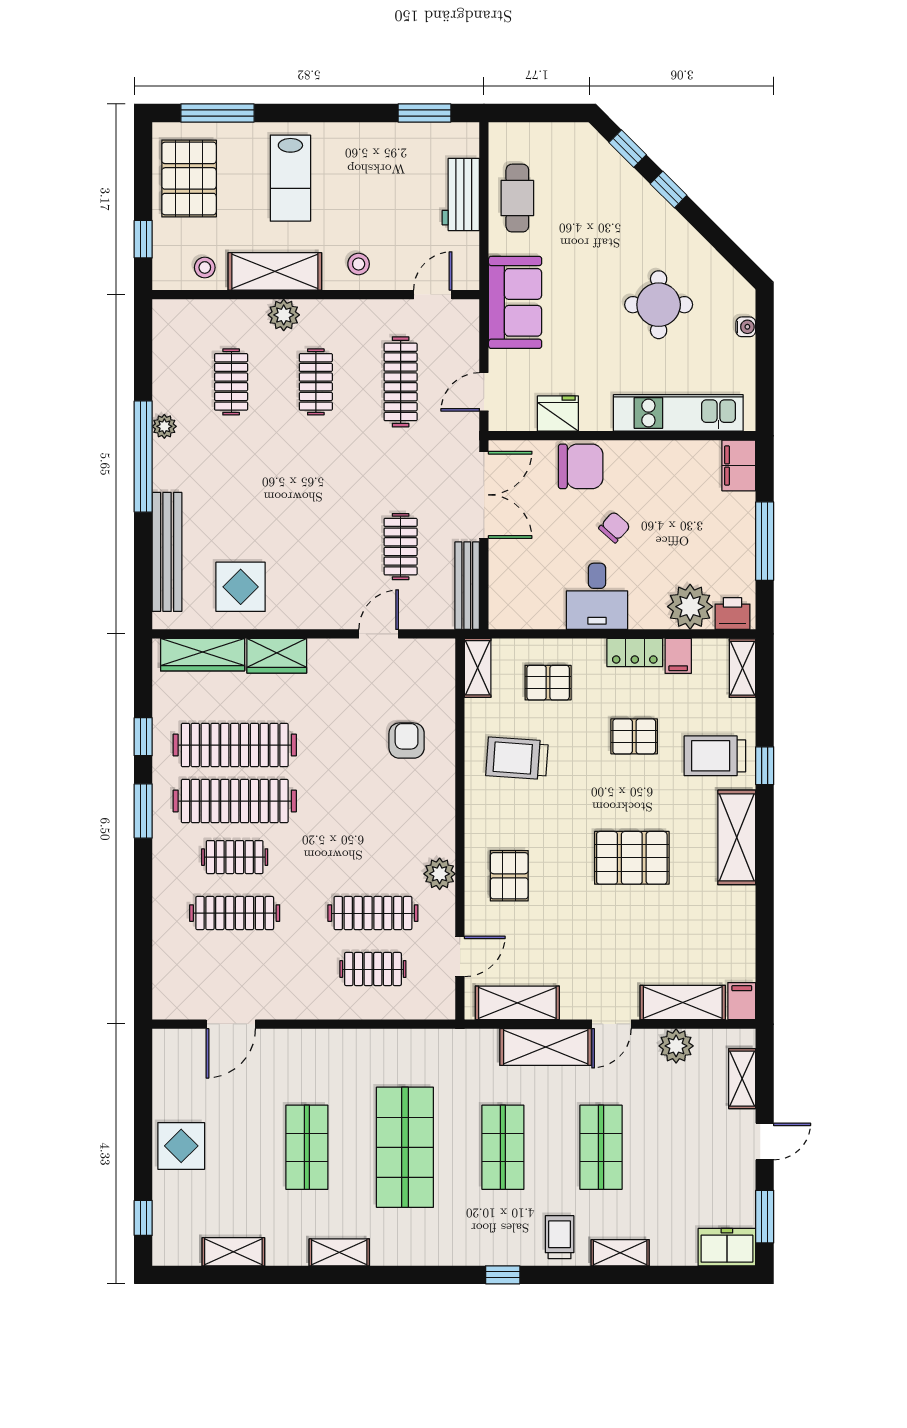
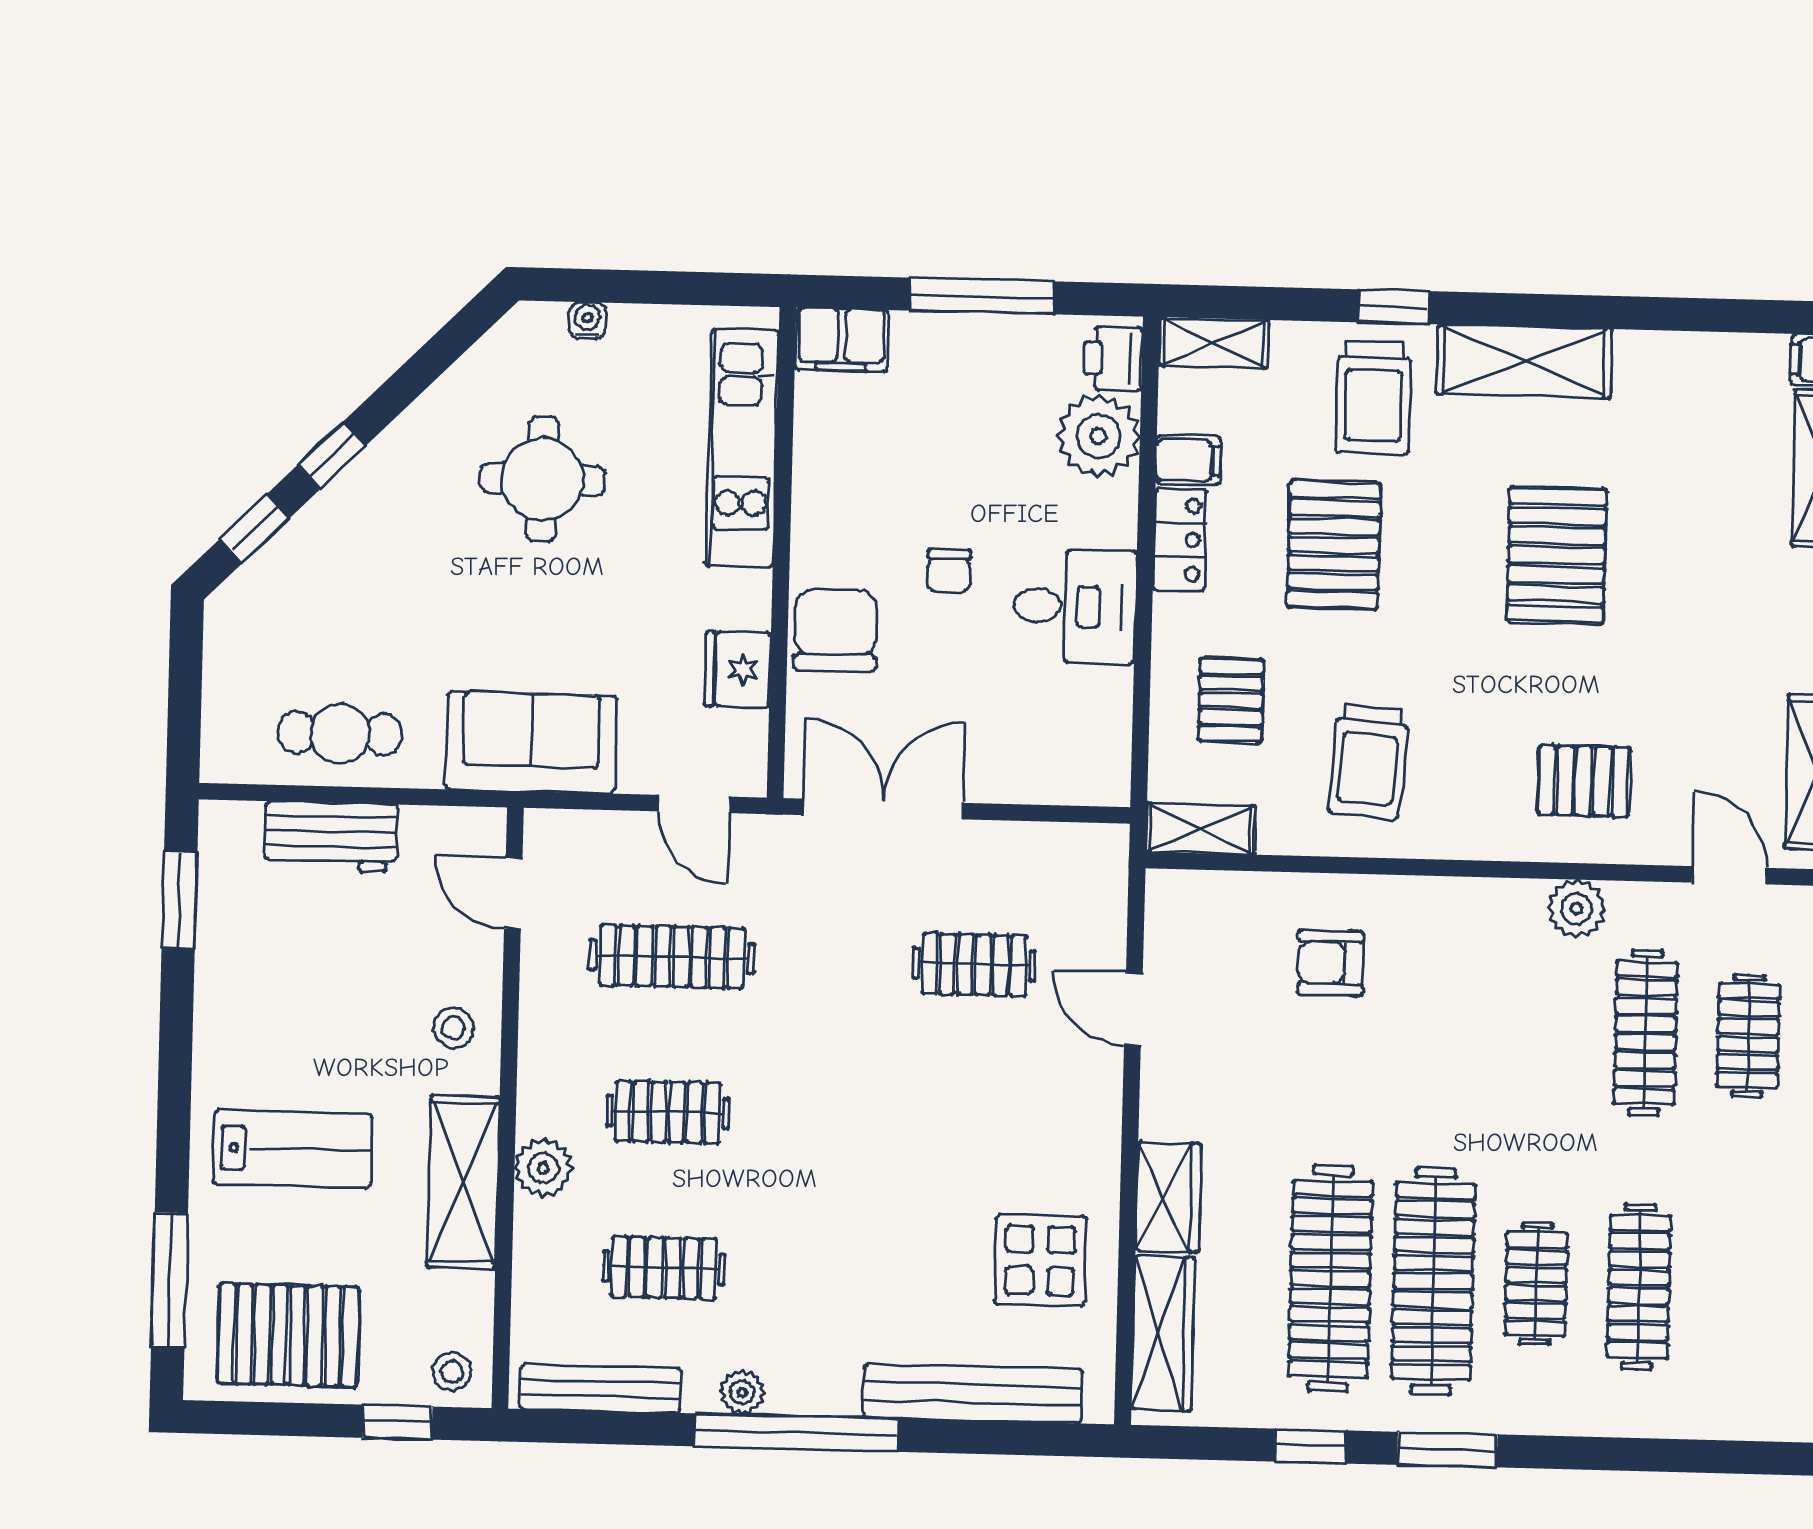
stool: (205, 267) -> (452, 1372), moved
chair: (614, 527) -> (949, 571), turned -132
bench: (467, 586) -> (601, 1388), moved
pallet: (634, 736) -> (1334, 545), width x1.50, depth x1.42

